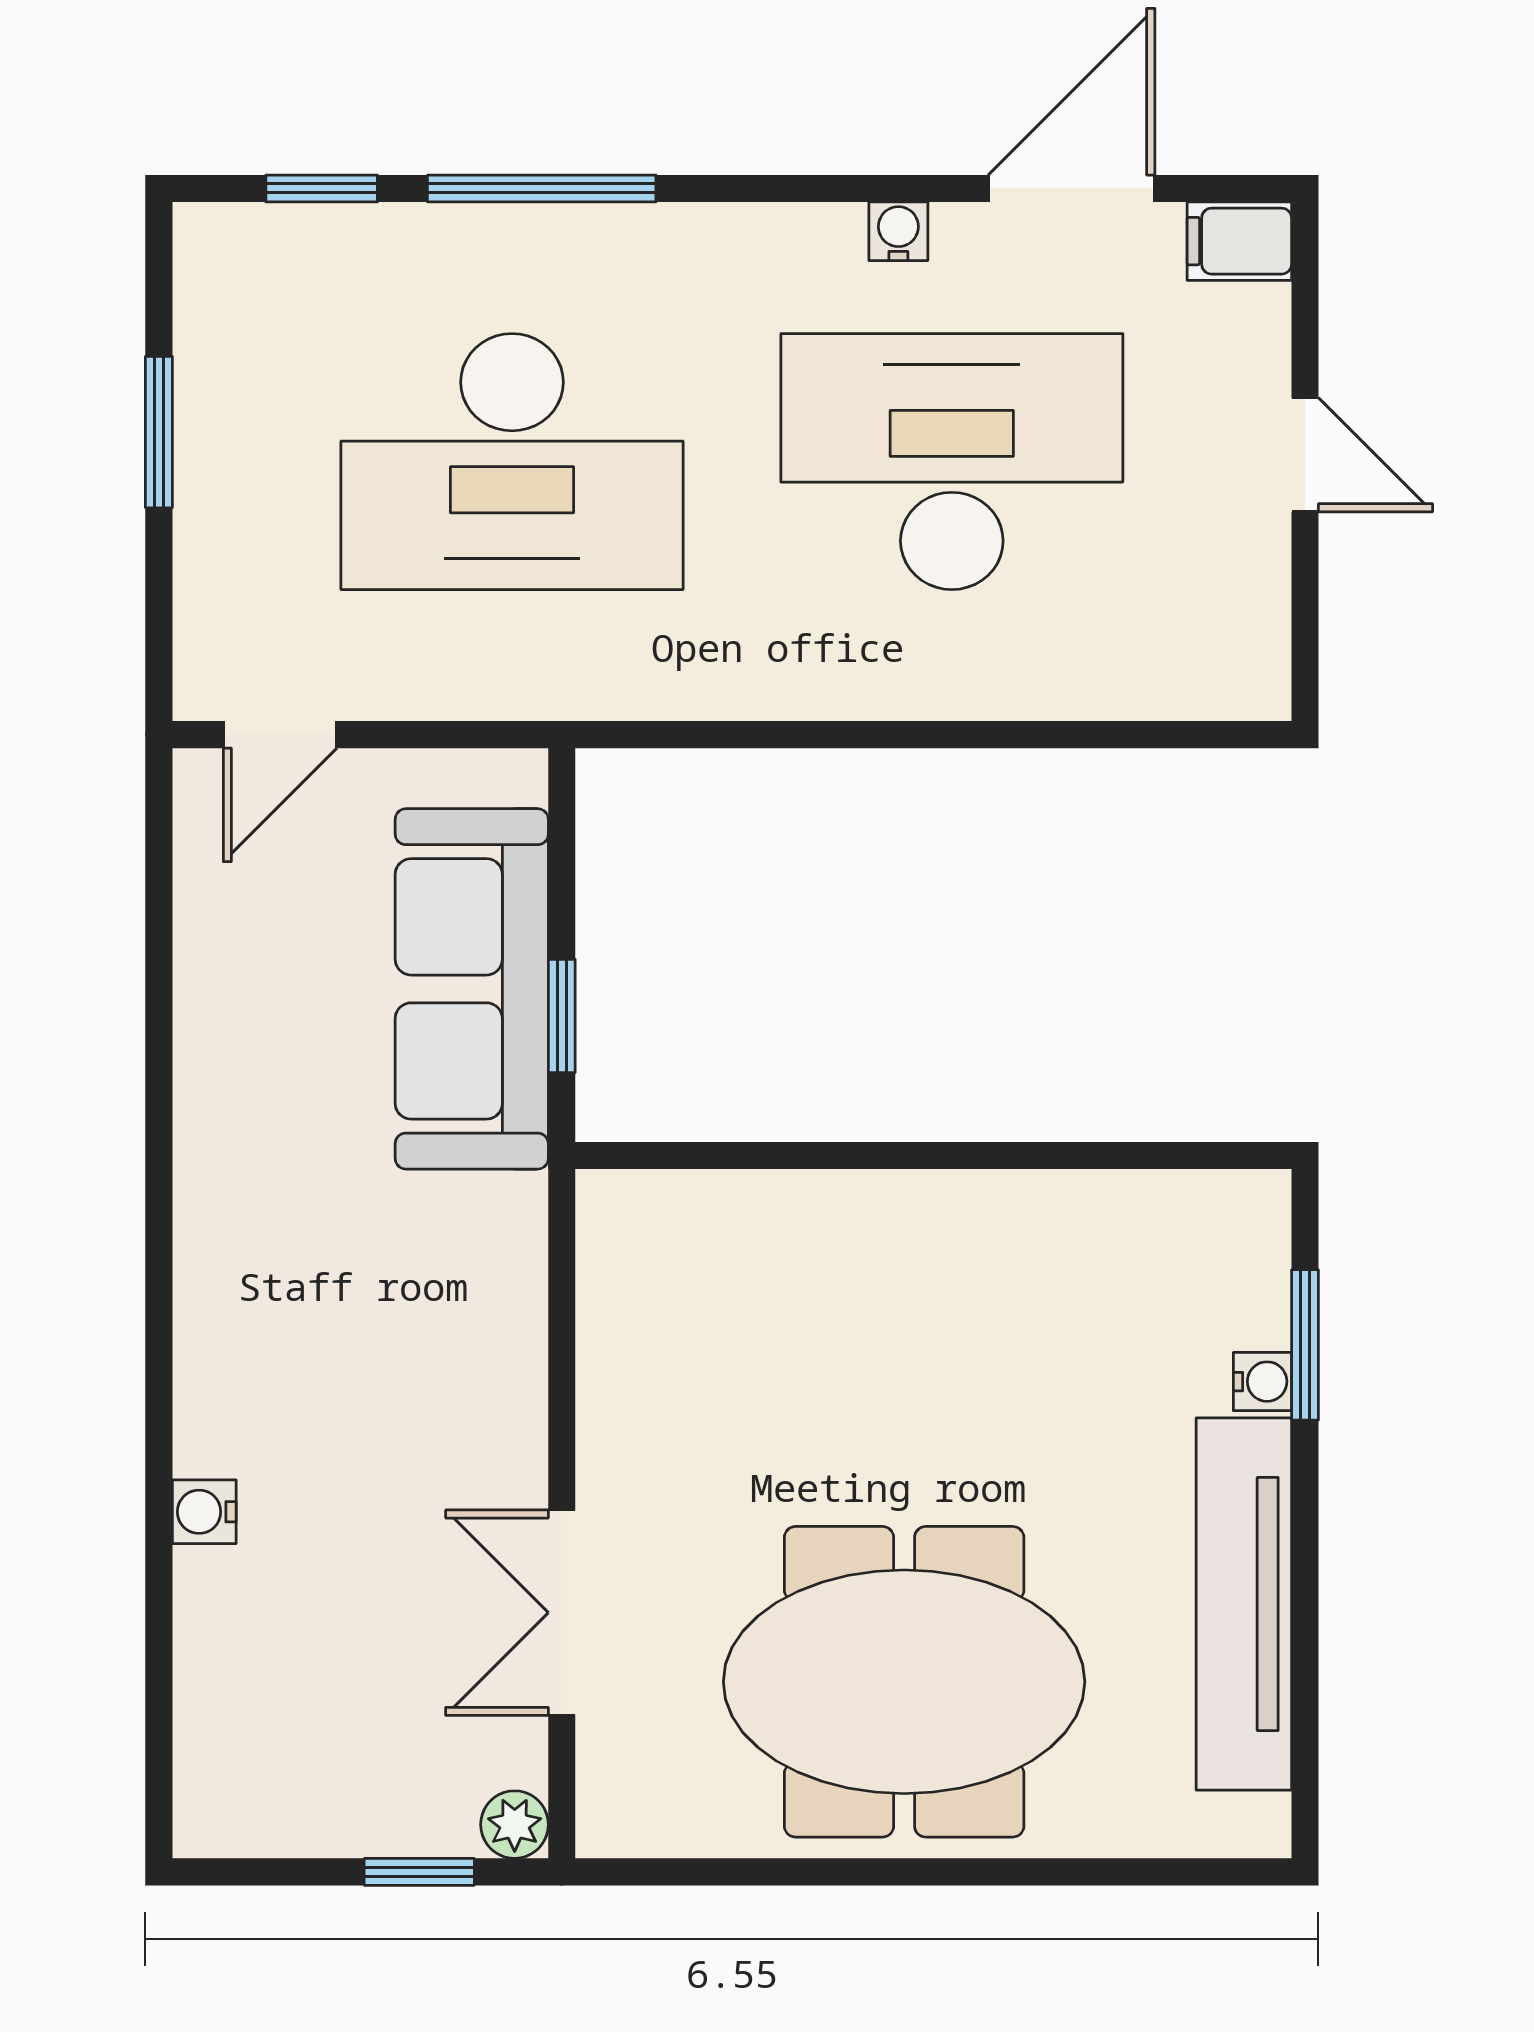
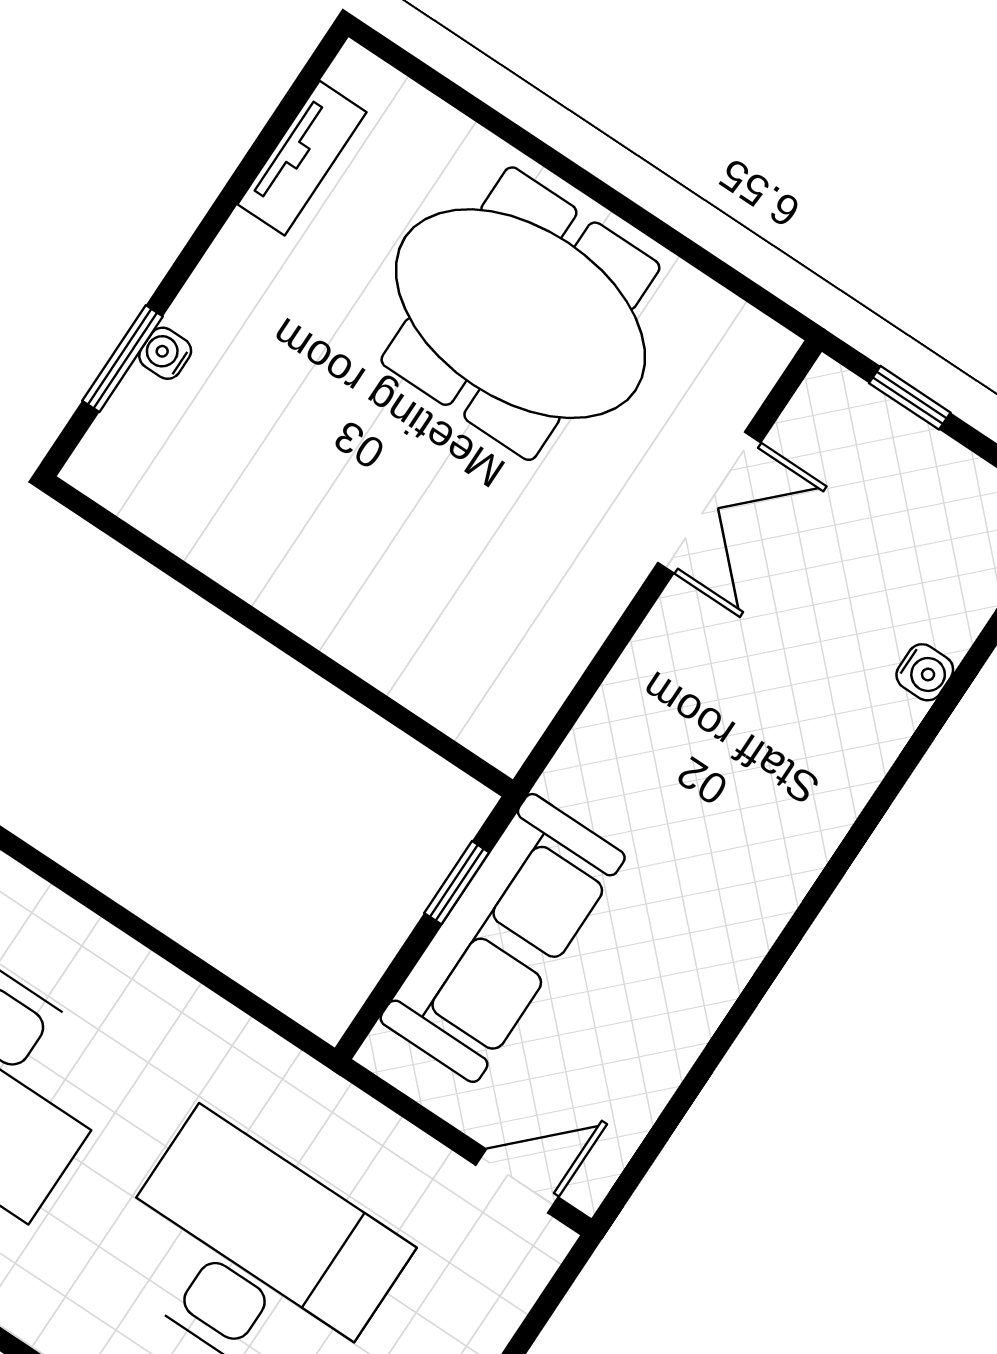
water cooler: (204, 1512) -> (925, 672), moved
tv unit: (1244, 1604) -> (302, 158), width x0.52, depth x0.78
plant: (515, 1825) -> (829, 388), removed

